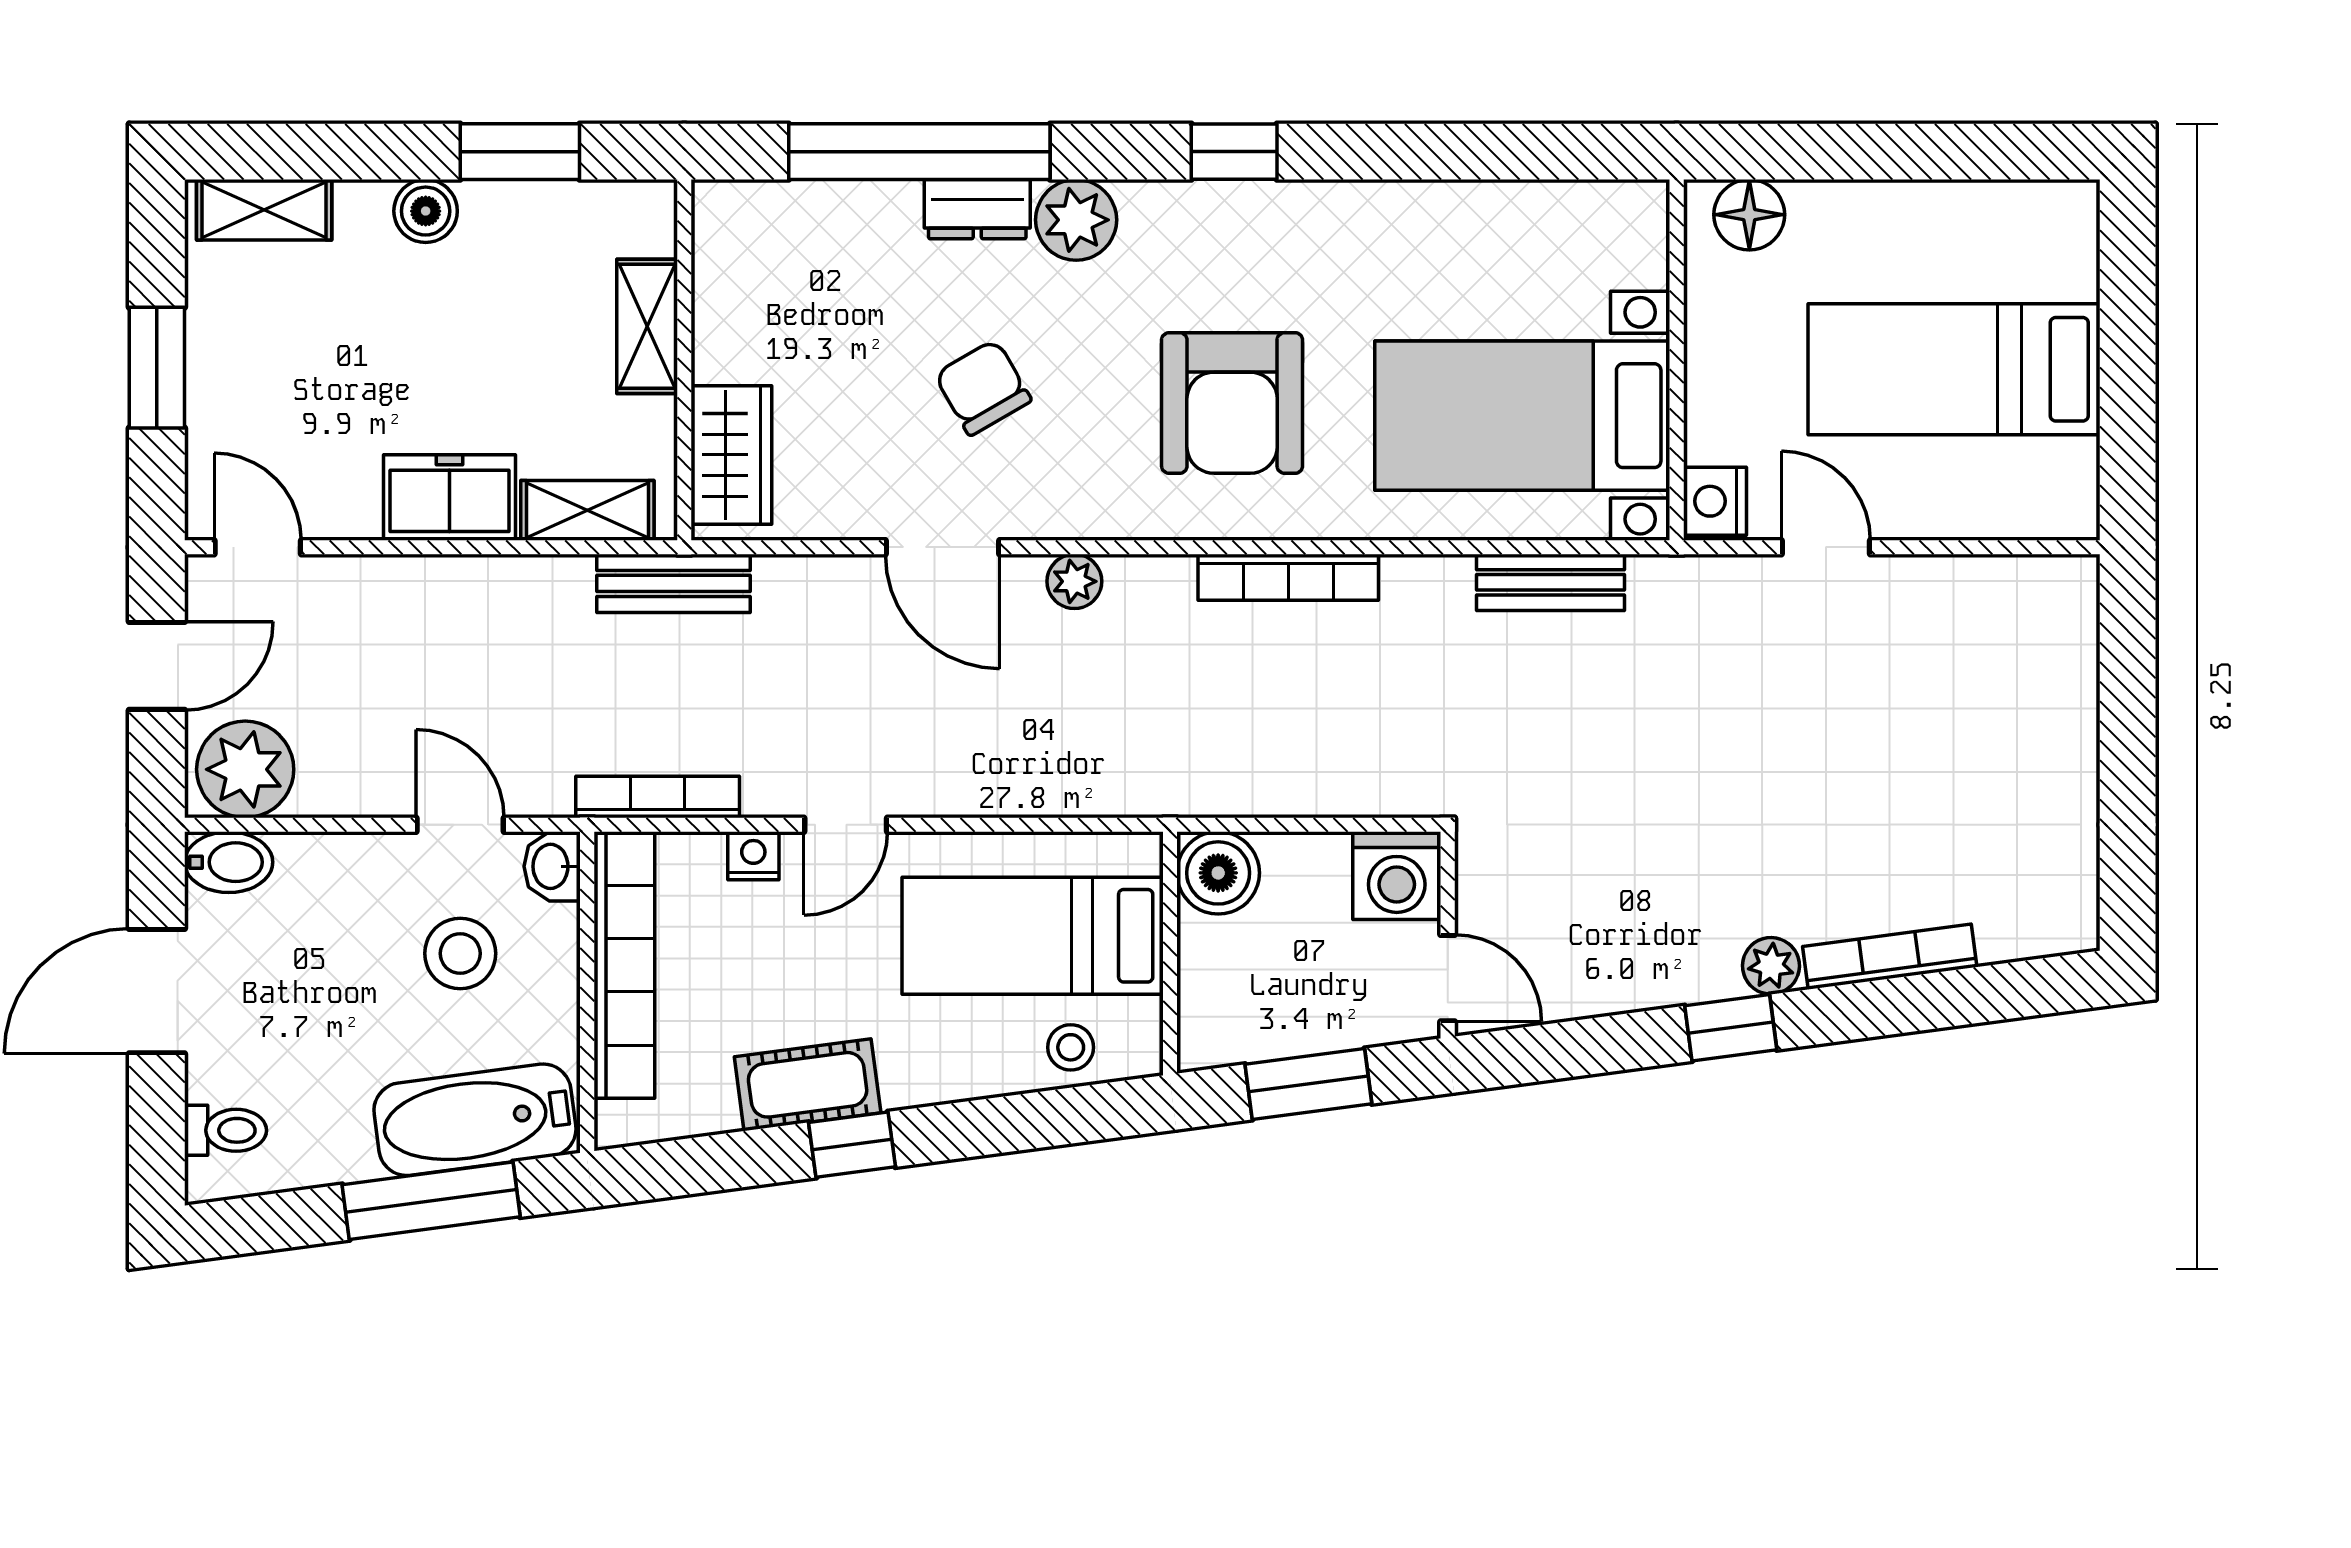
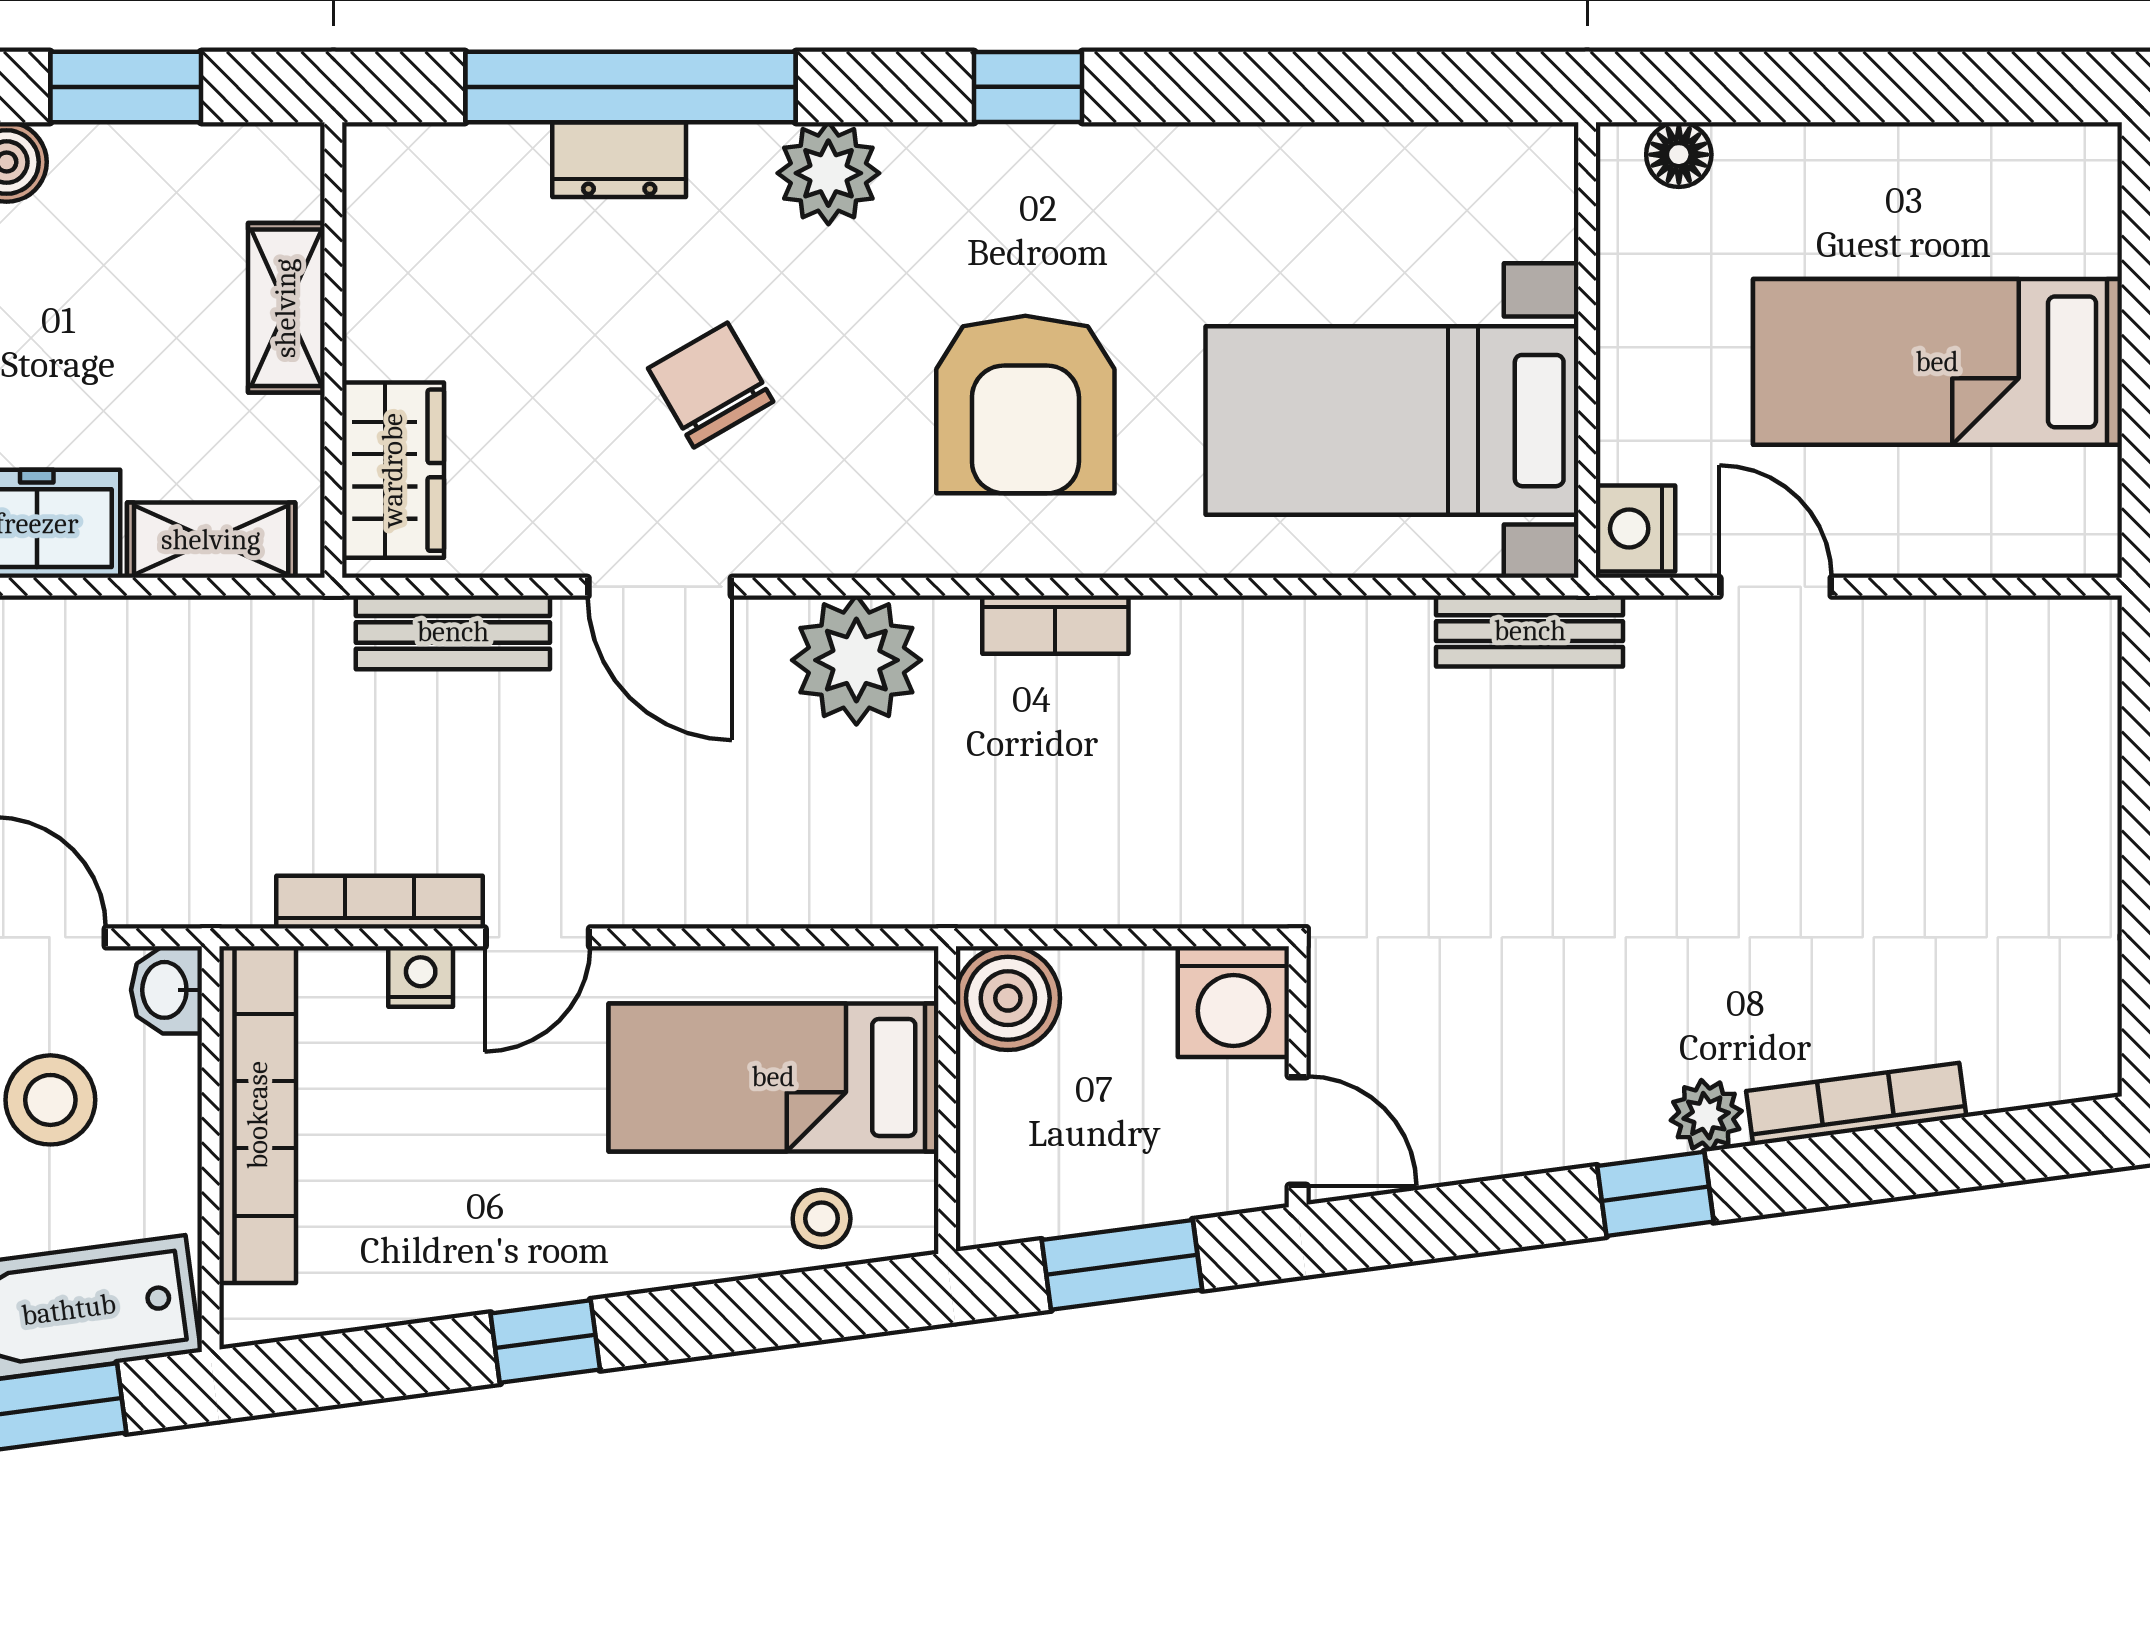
dresser: (977, 209) -> (619, 160), moved
floor lamp: (1749, 215) -> (1679, 155), width x0.73, depth x0.73
bookcase: (1288, 577) -> (1055, 625), width x0.64
plant: (1074, 581) -> (856, 660), width x1.87, depth x1.87
bench: (1551, 582) -> (1530, 631), moved
bench: (673, 583) -> (453, 632), moved
bookcase: (658, 797) -> (380, 902), moved
cot: (808, 1085) -> (489, 1266), removed

